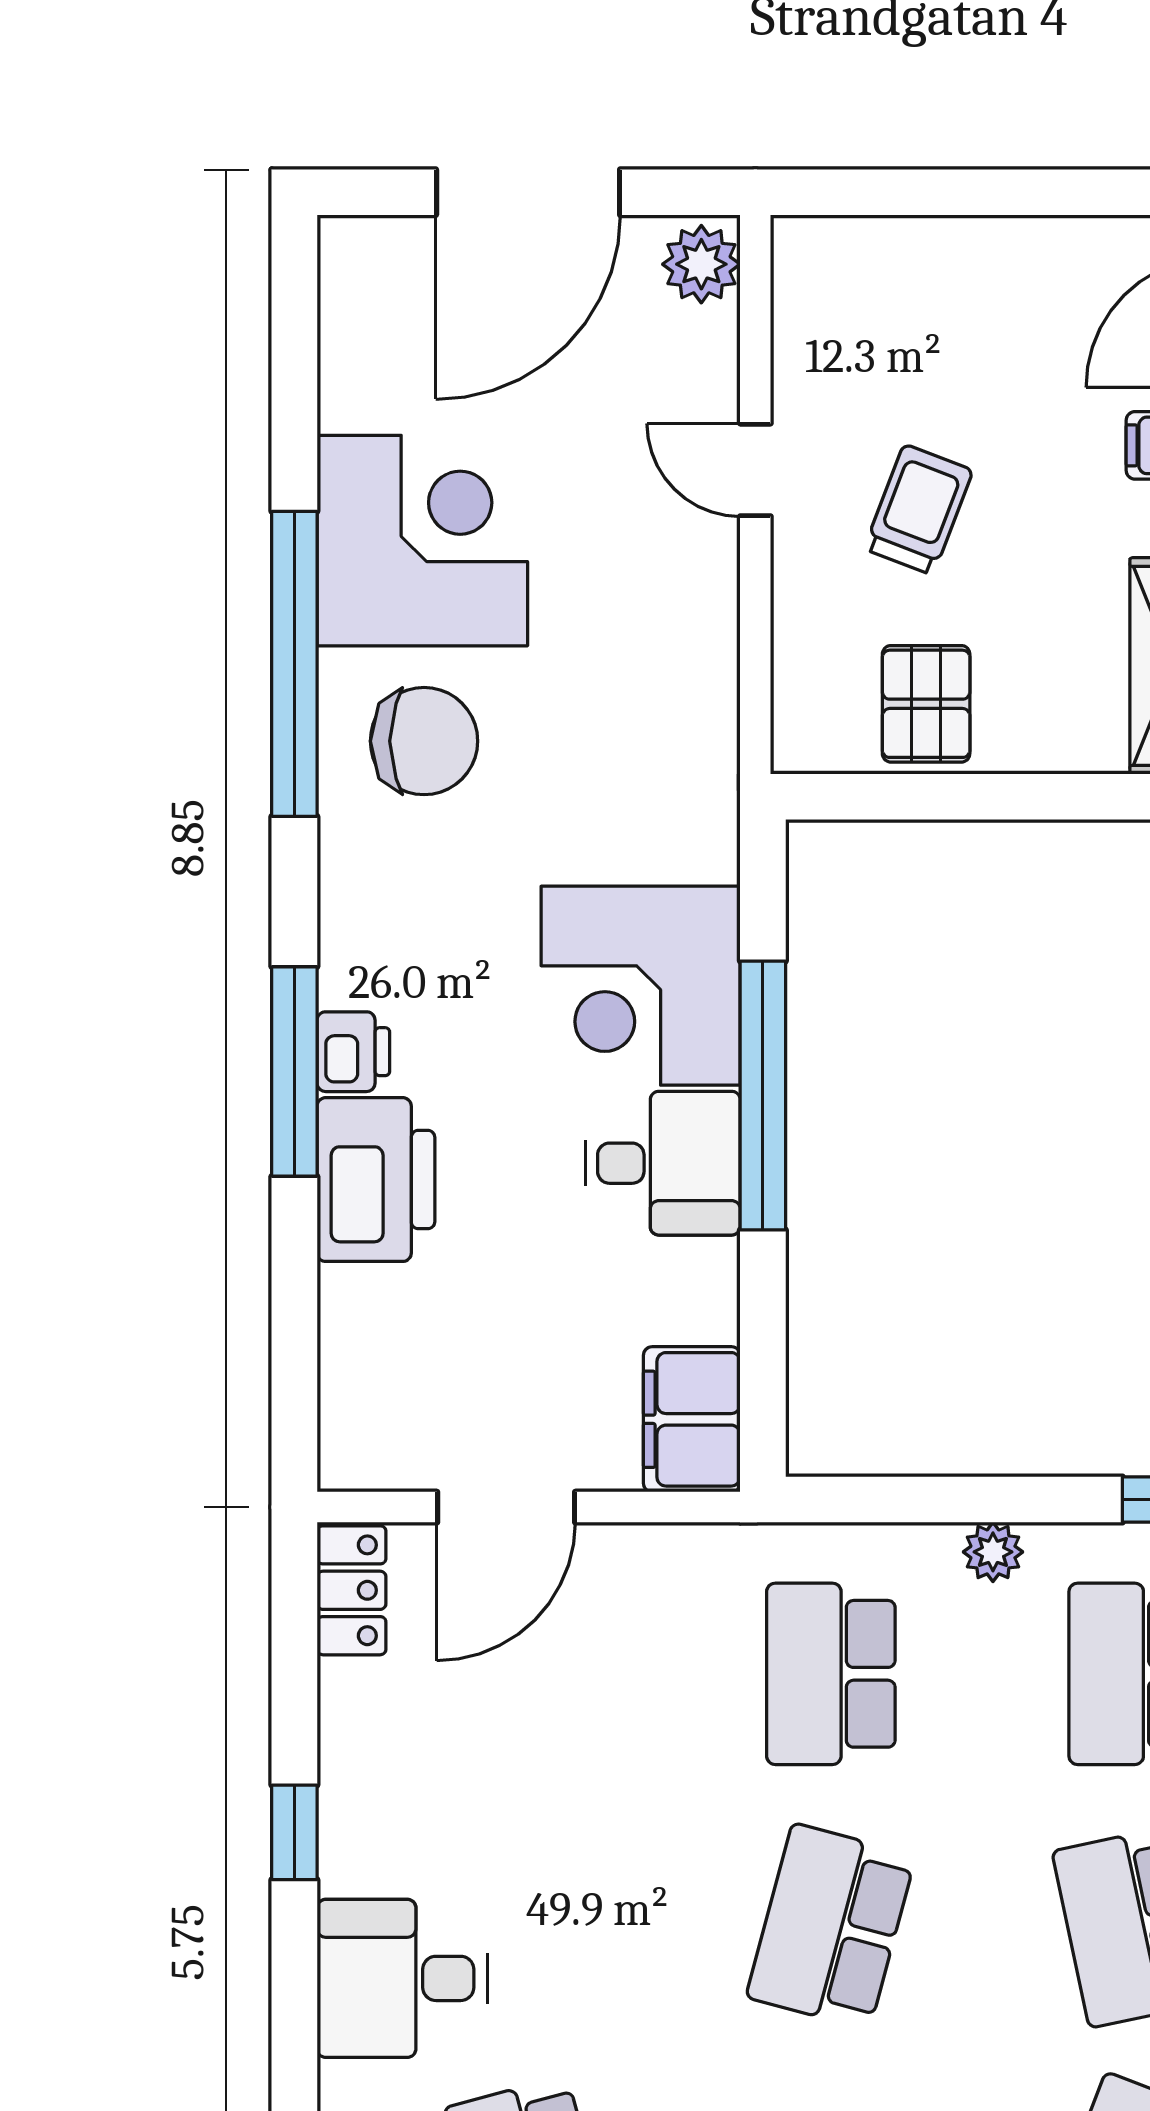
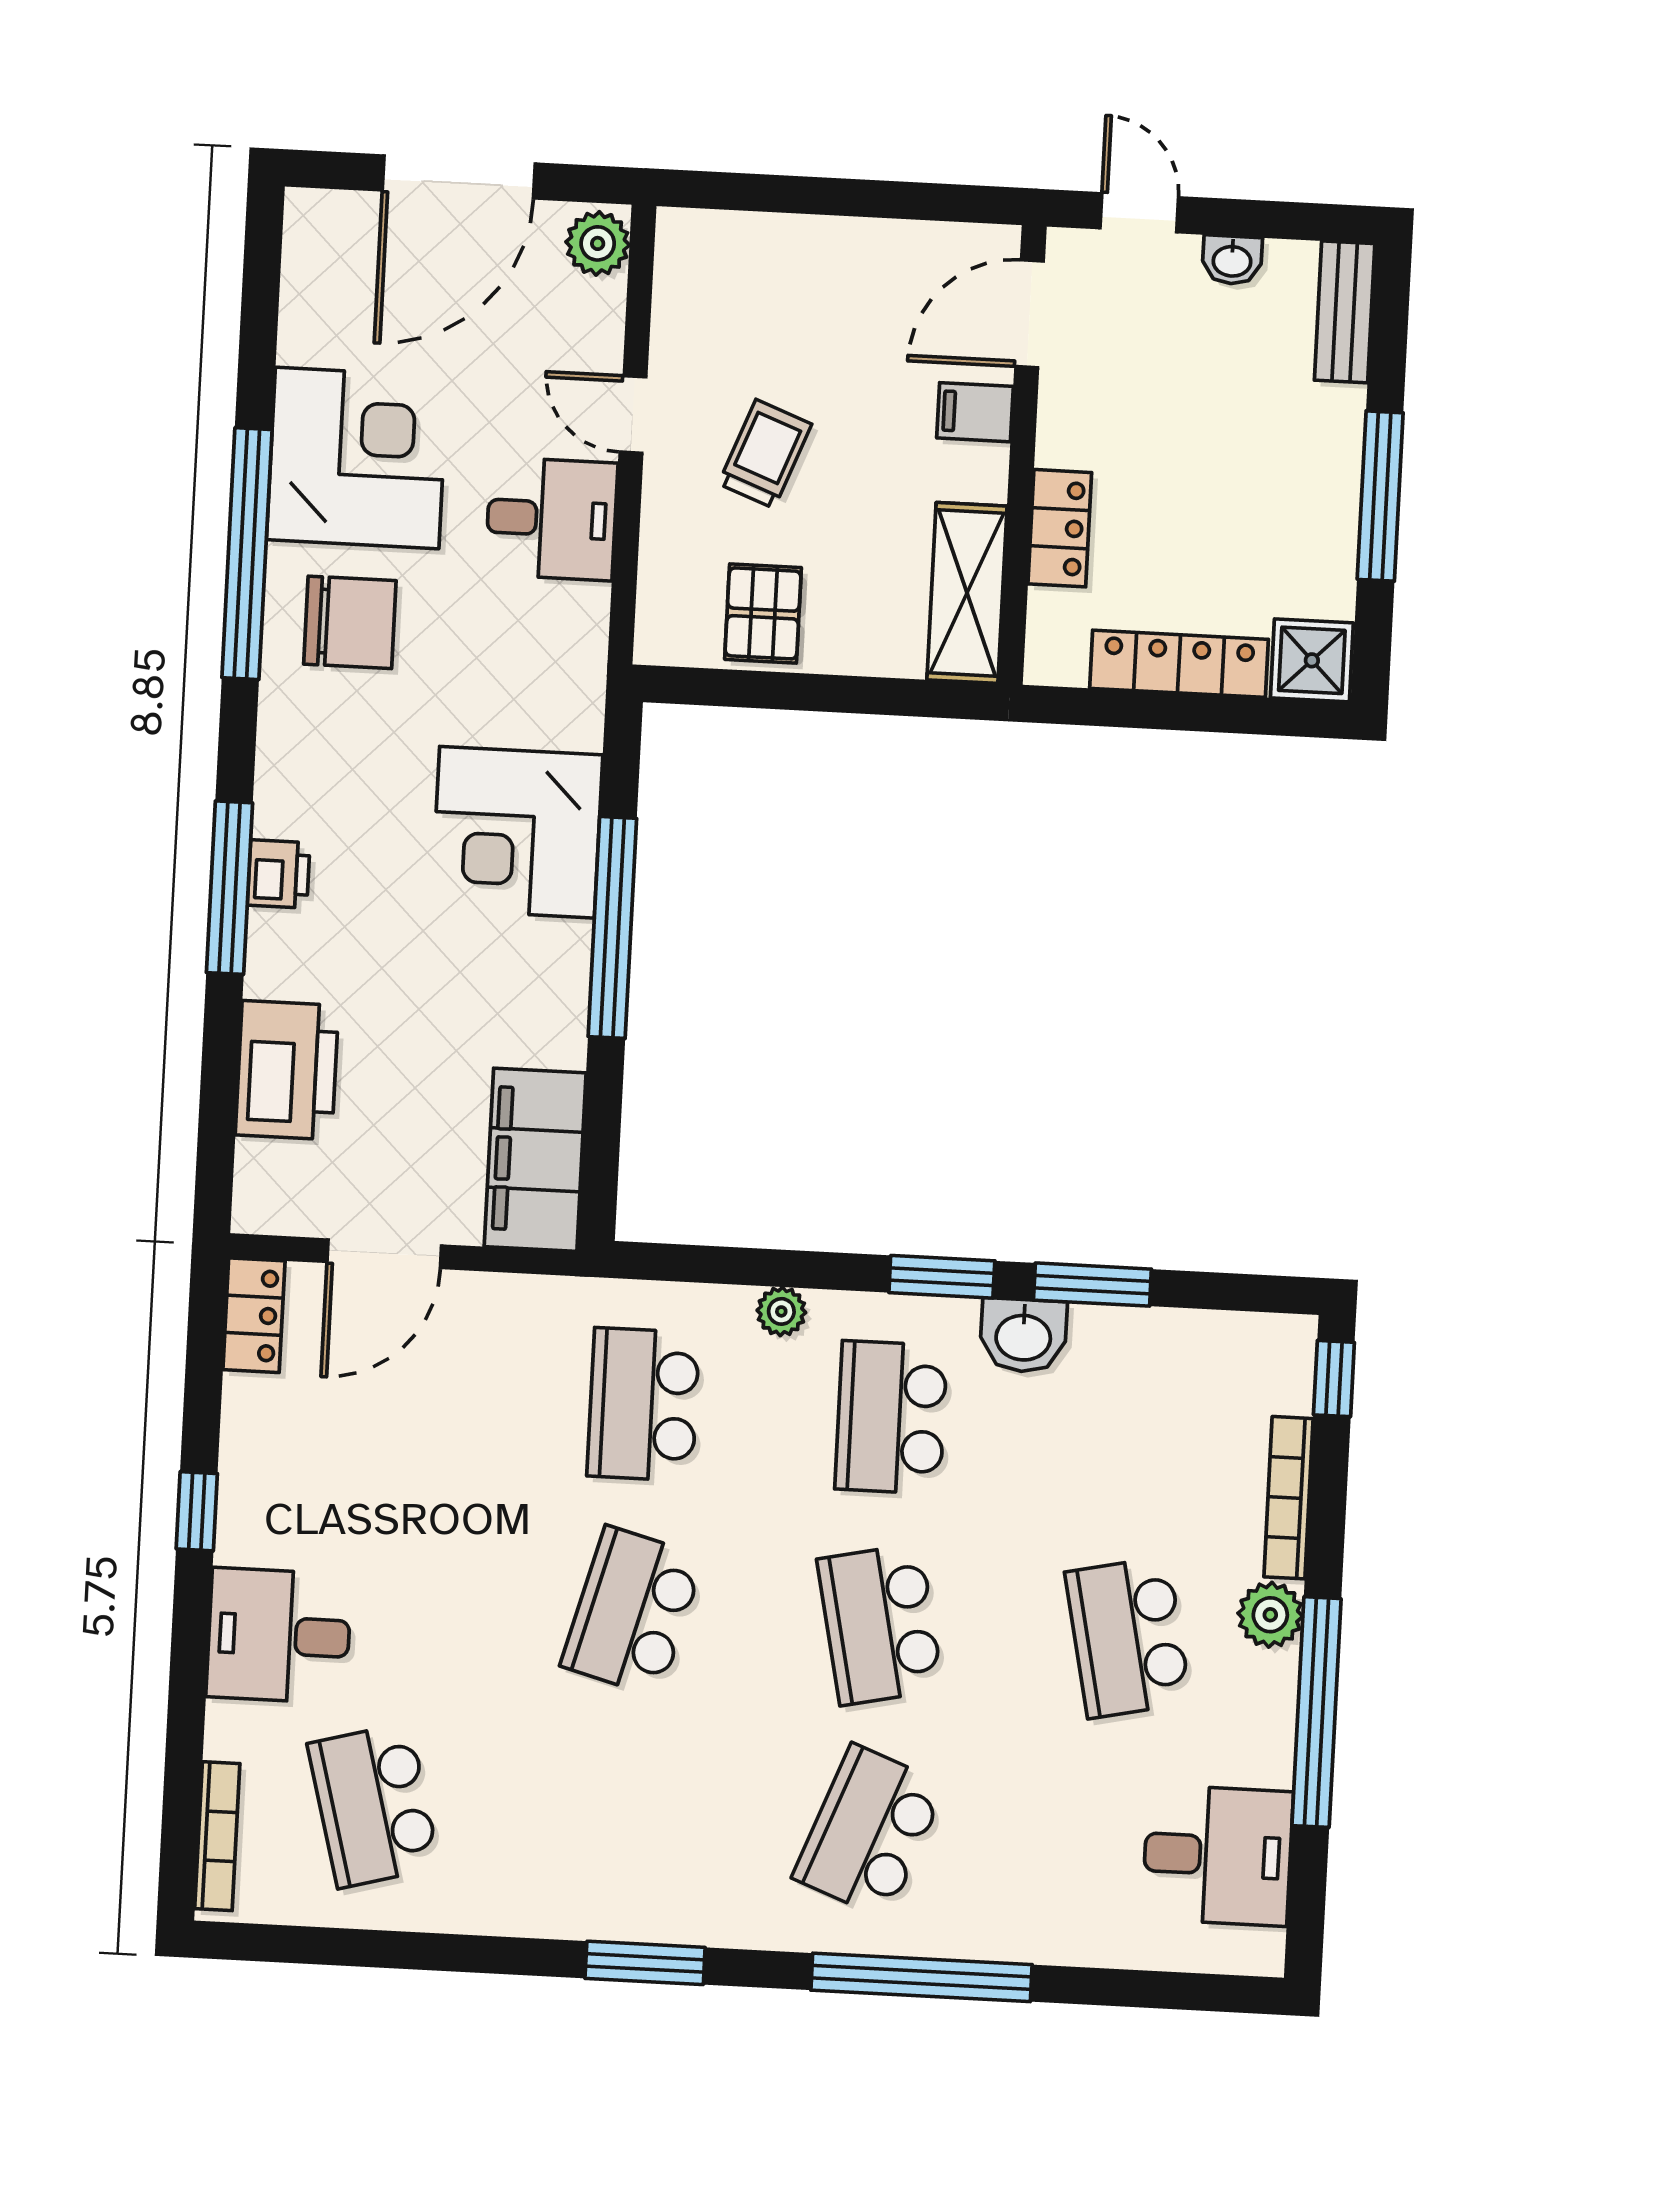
desk: (663, 1163) -> (551, 519), moved
printer: (376, 1180) -> (287, 1070), moved
filing cabinet: (692, 1419) -> (535, 1160), width x1.50, depth x1.17

